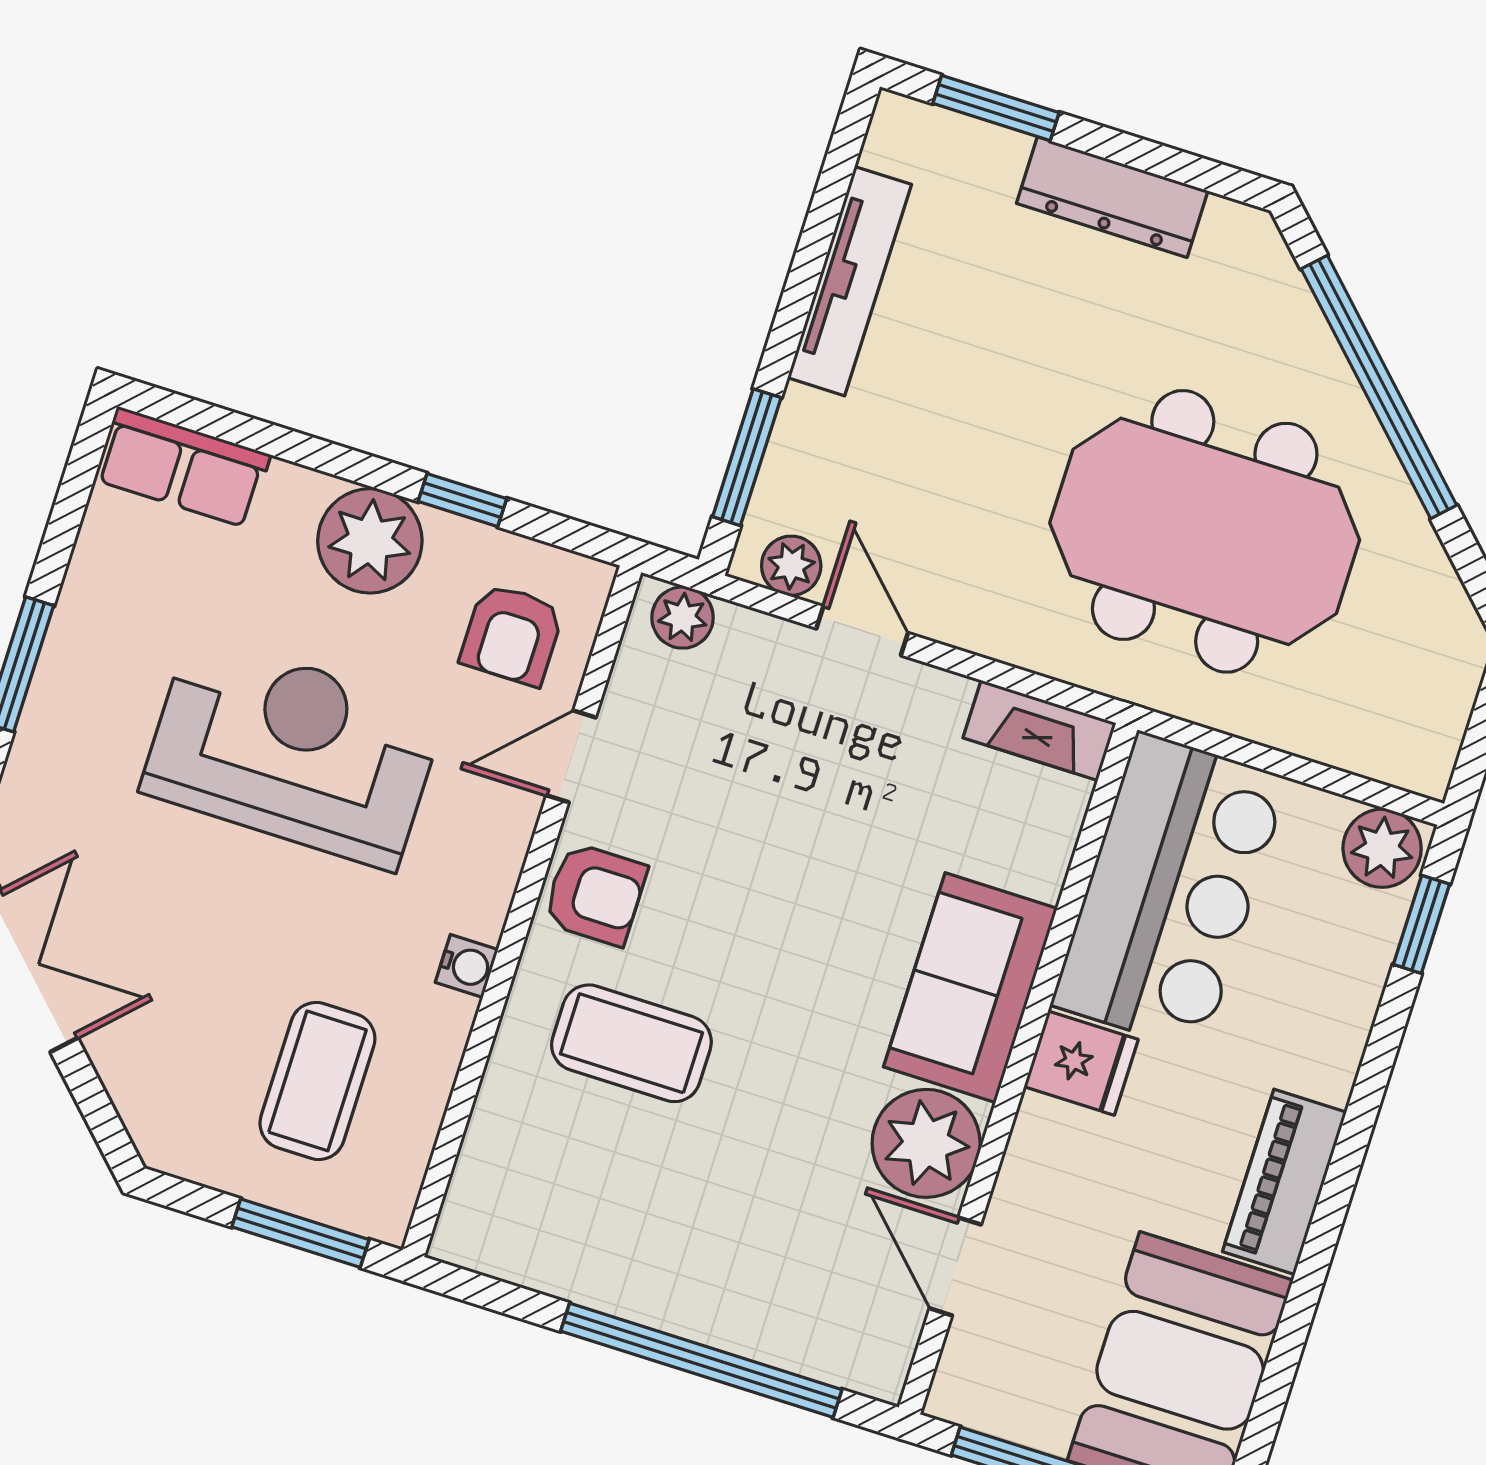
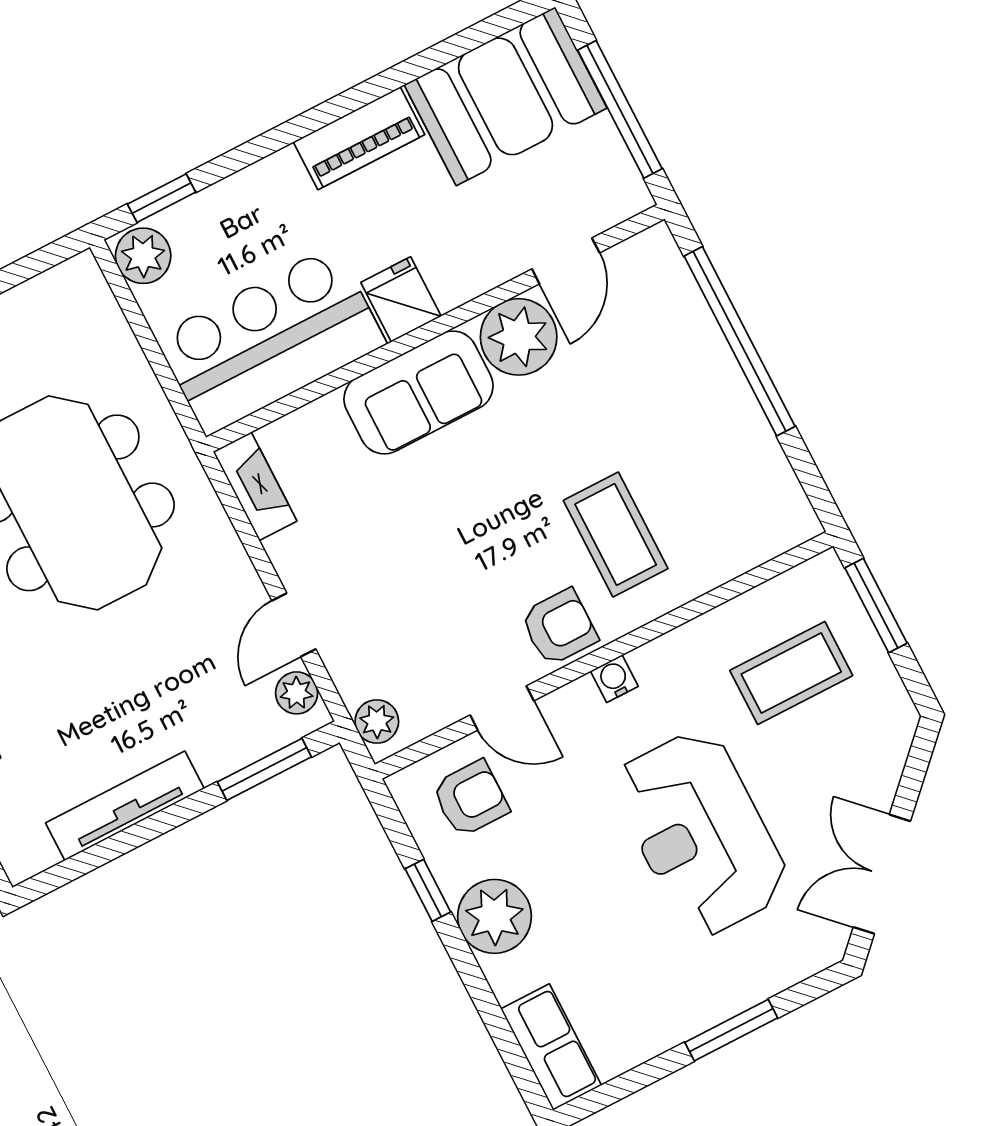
reception desk: (293, 751) -> (701, 833), moved
armchair: (595, 894) -> (559, 627), turned 90
water cooler: (467, 966) -> (614, 679), moved

